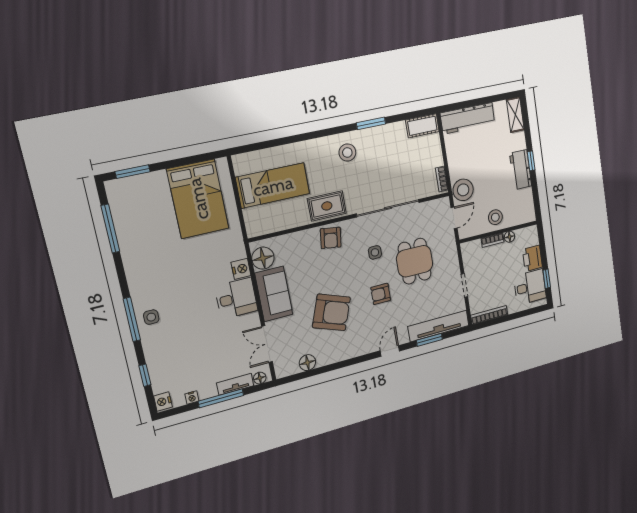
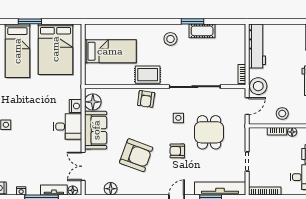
workbench: (468, 118) -> (257, 46), moved, turned -90
cot: (422, 126) -> (202, 31), moved
window: (133, 172) -> (30, 21), moved
bed: (145, 212) -> (17, 51), added

